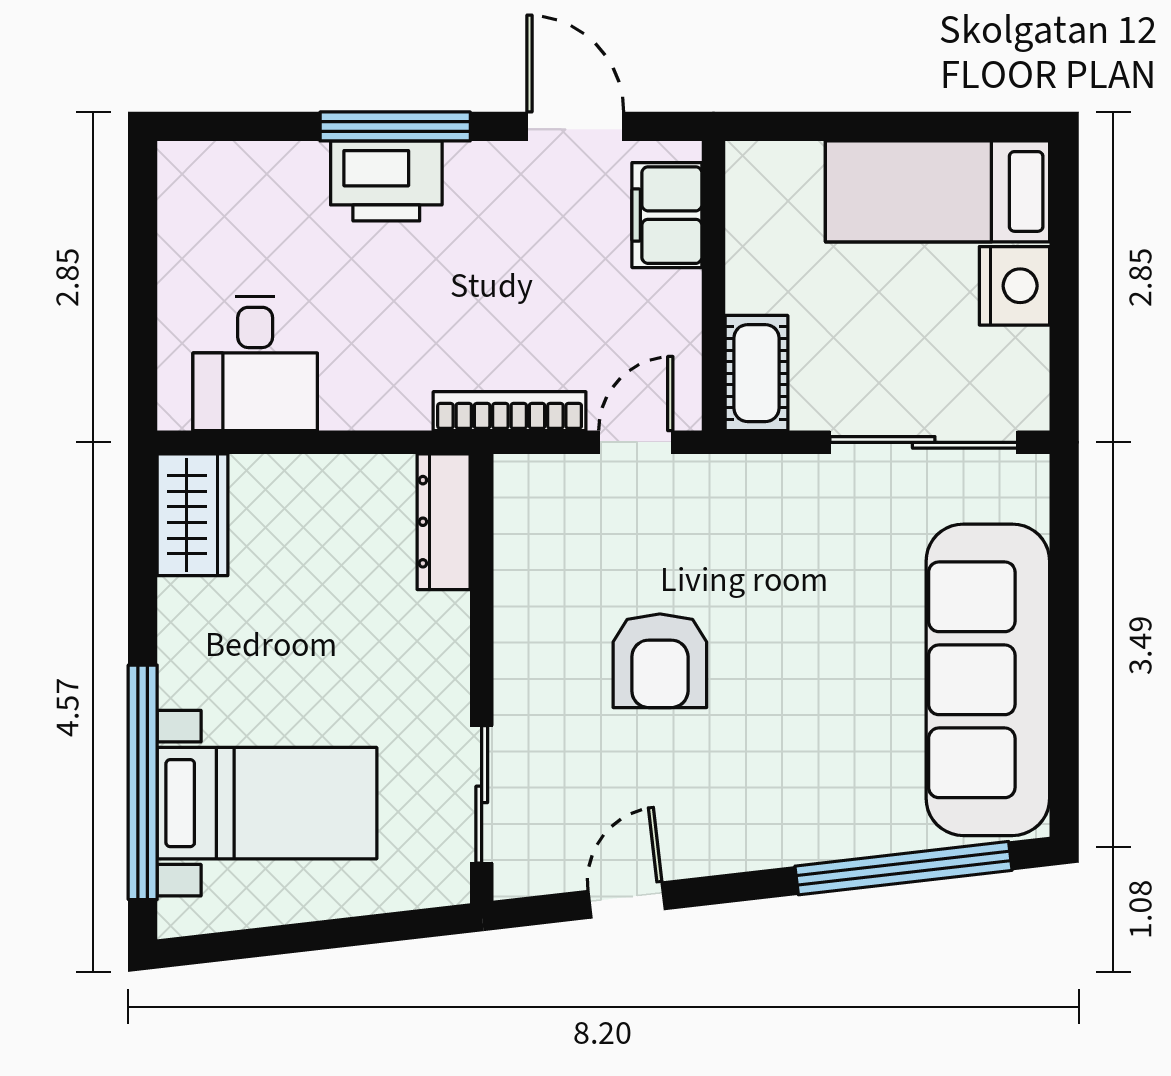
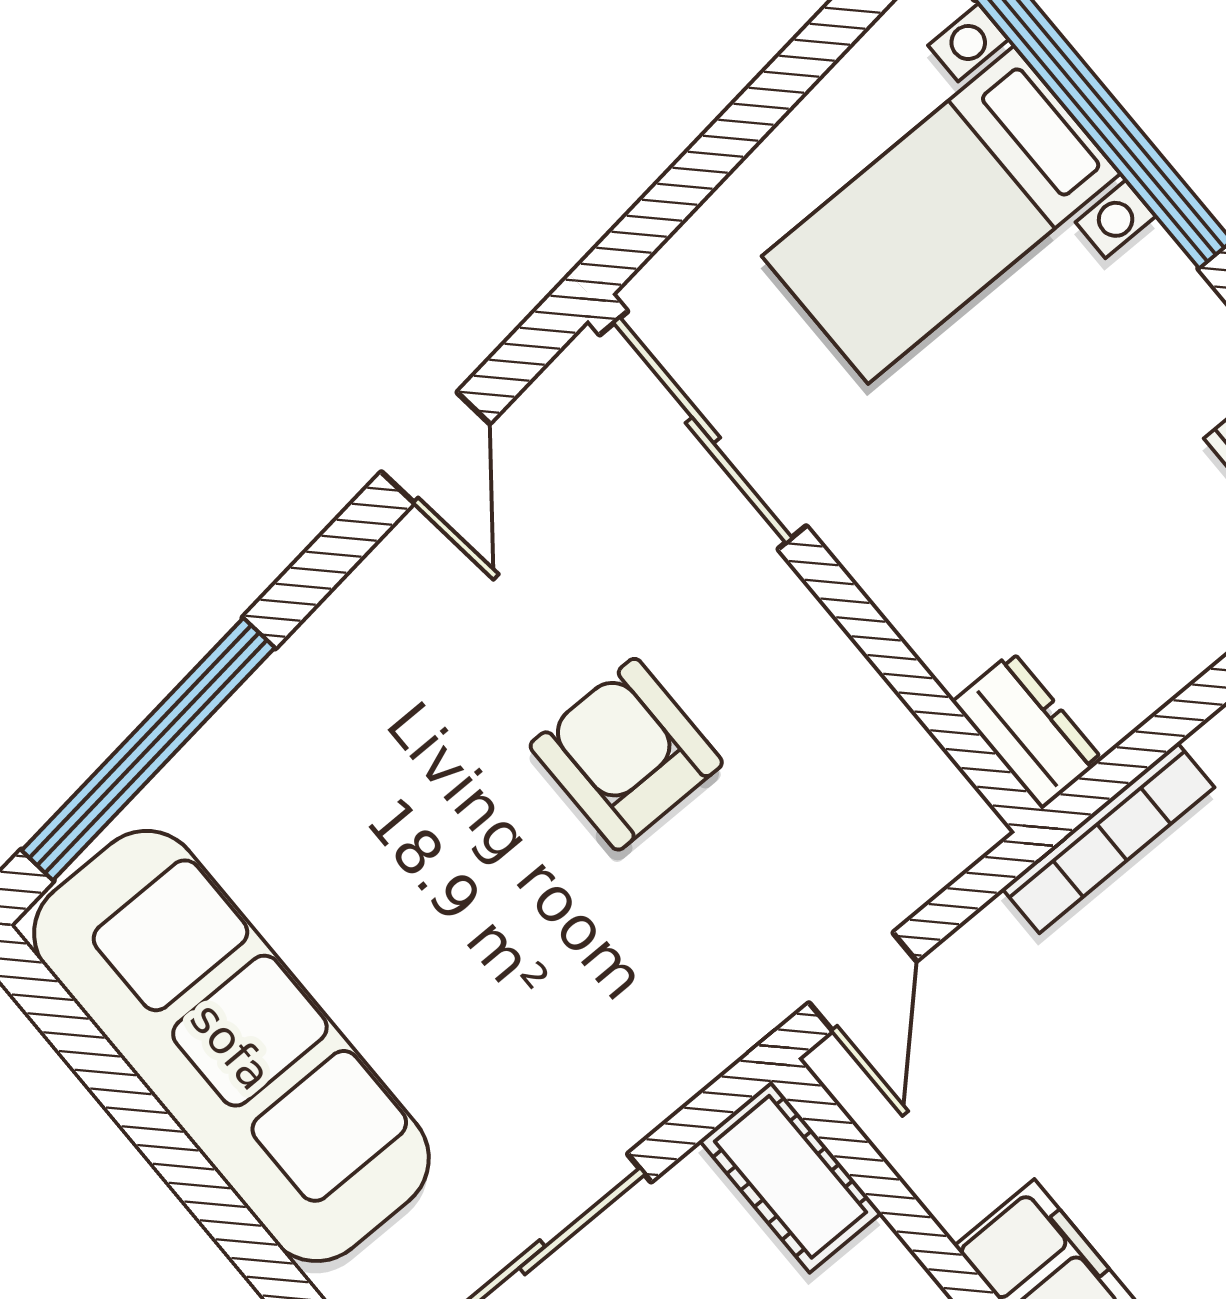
bookcase: (510, 411) -> (1108, 838), moved
dresser: (444, 522) -> (1027, 731), width x0.70
sliding door: (482, 794) -> (703, 430), width x1.37

